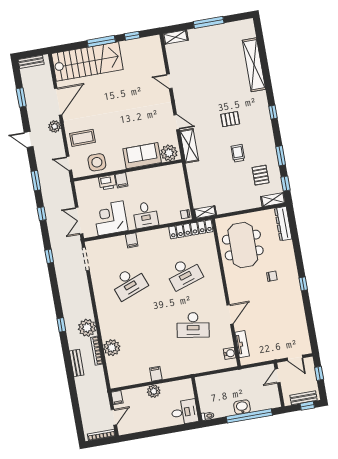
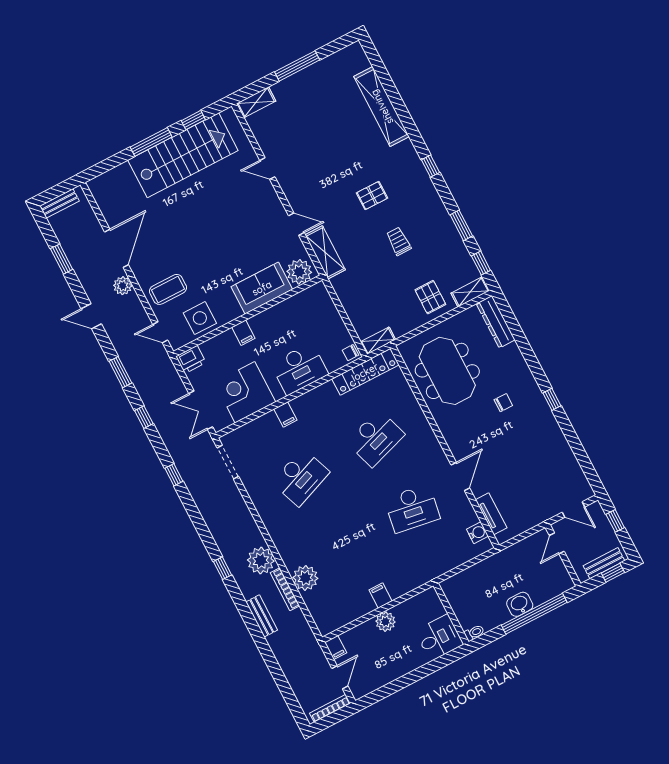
stairs: (87, 62) -> (183, 155), moved
pallet: (261, 175) -> (430, 297), moved
printer: (107, 182) -> (191, 359), moved
desk: (145, 215) -> (299, 369), width x1.37

